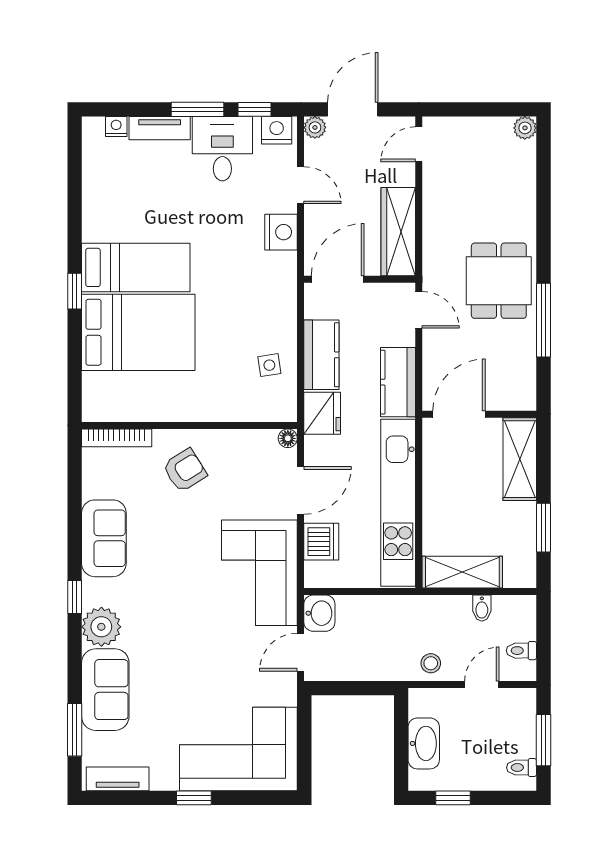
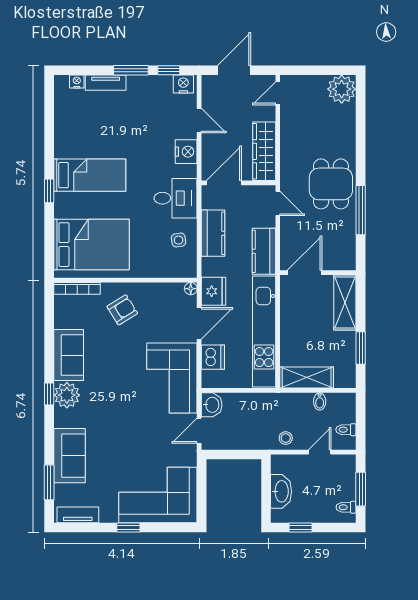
plant: (315, 127) -> (209, 82), removed
plant: (525, 128) -> (342, 89), width x1.88, depth x1.88
desk: (222, 149) -> (176, 198), moved, turned 90
bed: (138, 332) -> (91, 245), moved
fridge: (322, 413) -> (214, 291), moved
plant: (101, 627) -> (67, 395), moved

